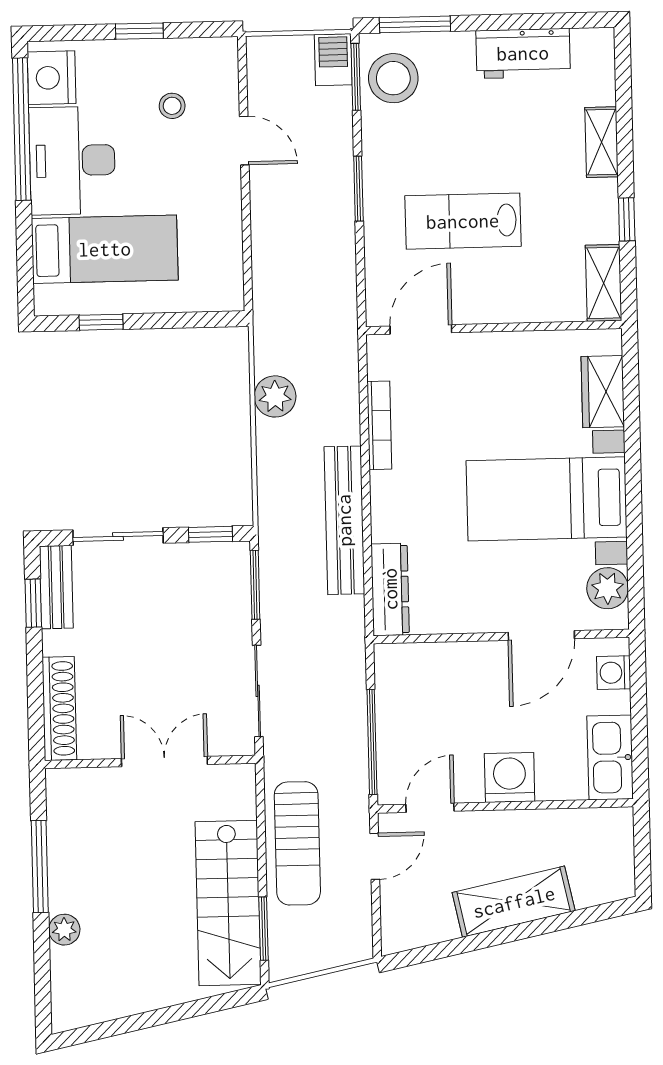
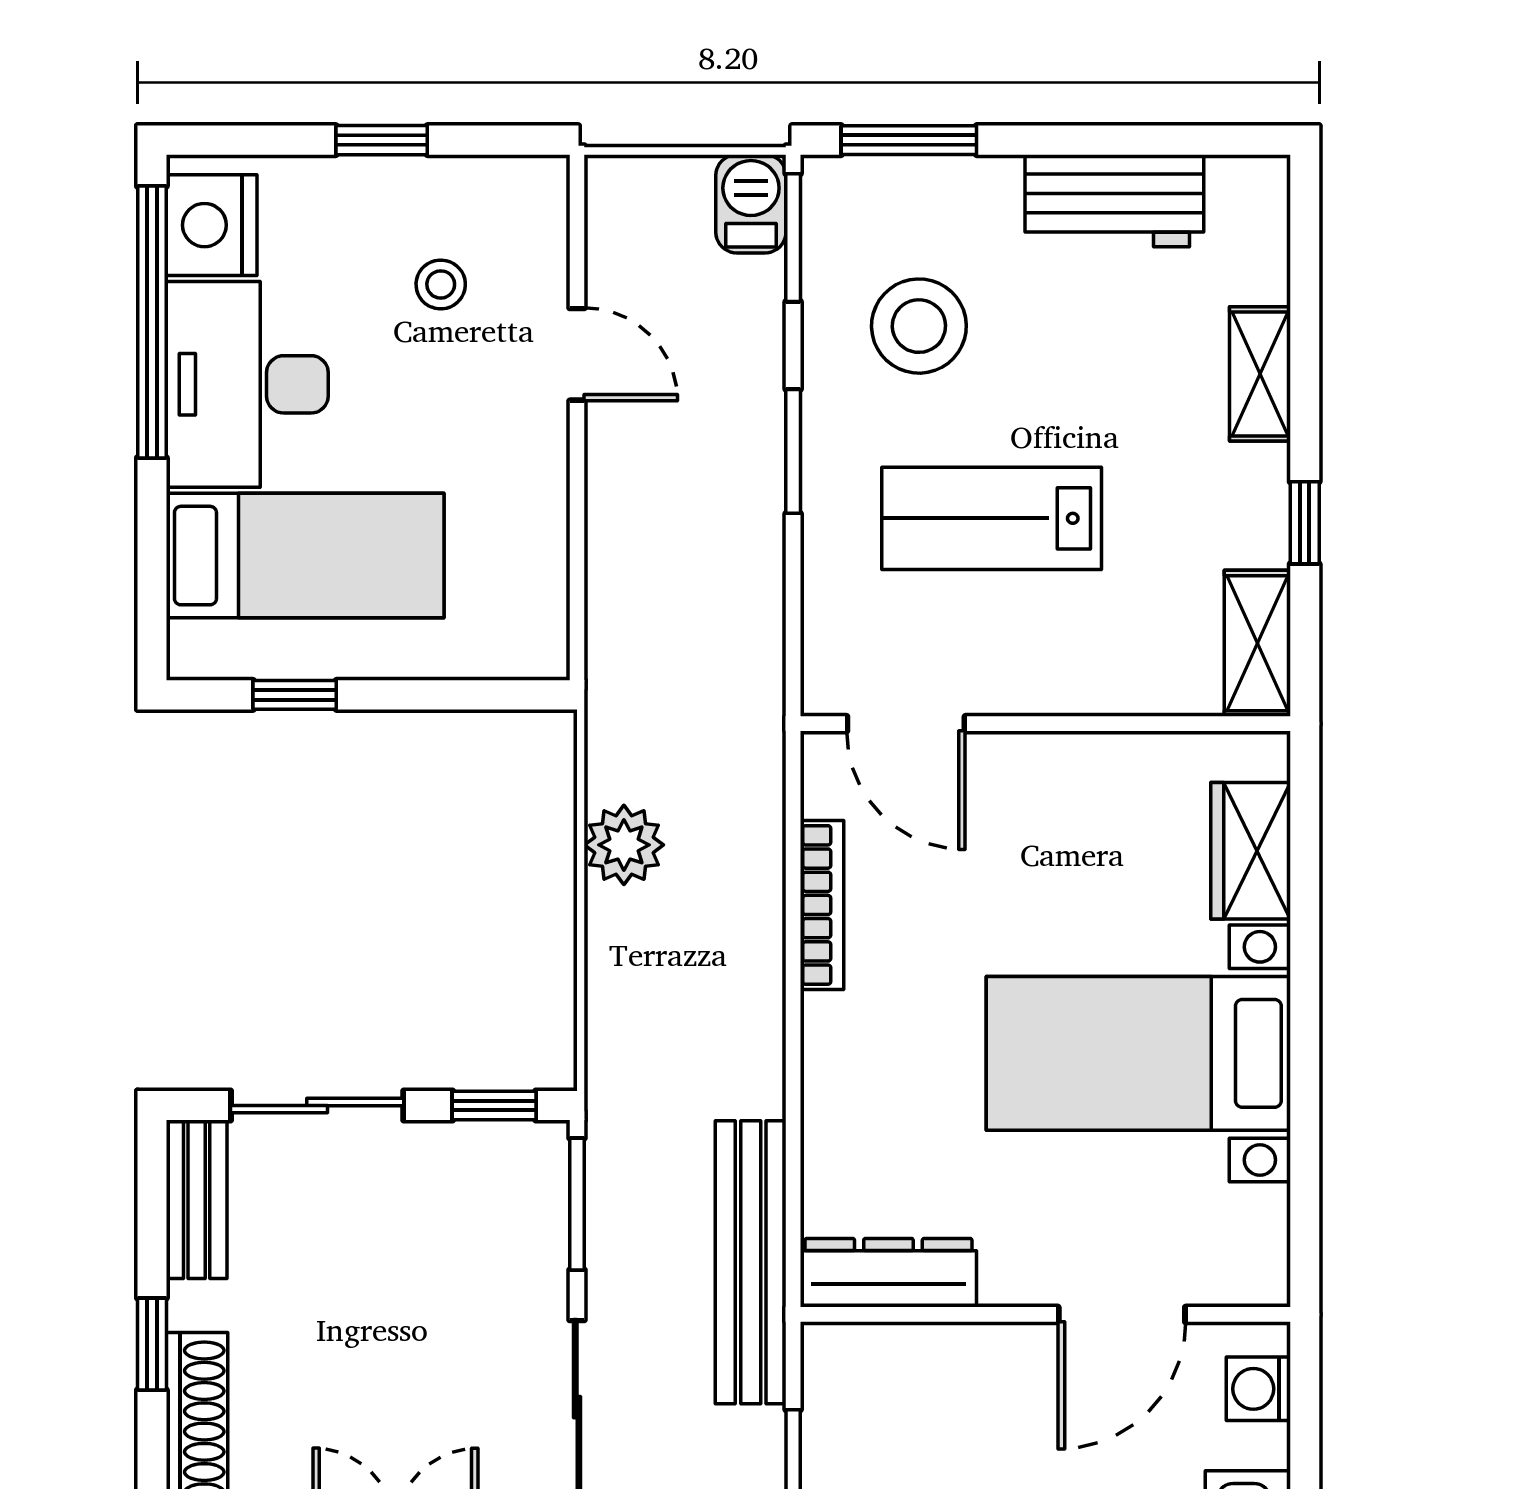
stool: (393, 78) -> (919, 326), moved
door: (421, 329) -> (906, 724), swing flipped
bench: (344, 520) -> (751, 1262), moved
plant: (608, 588) -> (1251, 1227), removed
dresser: (390, 589) -> (888, 1273), moved, turned -90
window: (33, 603) -> (152, 1344), moved

